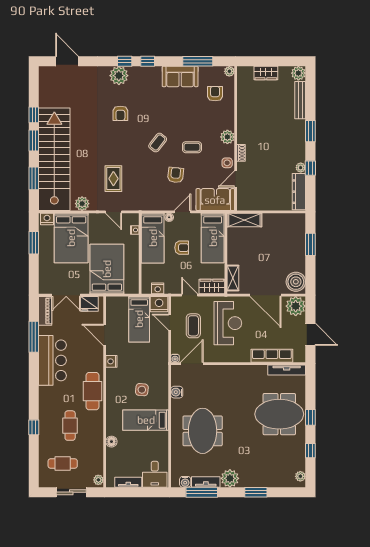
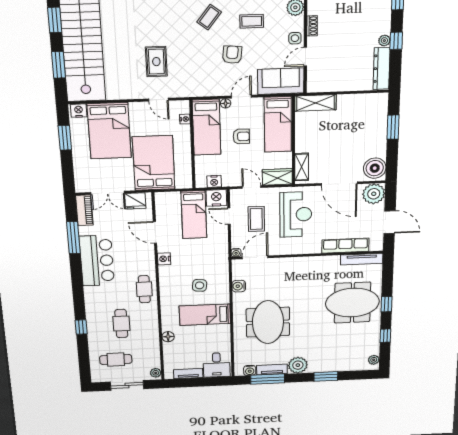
plant: (82, 204) -> (120, 92), removed
cafe table: (92, 391) -> (144, 289), width x0.73, depth x0.74

